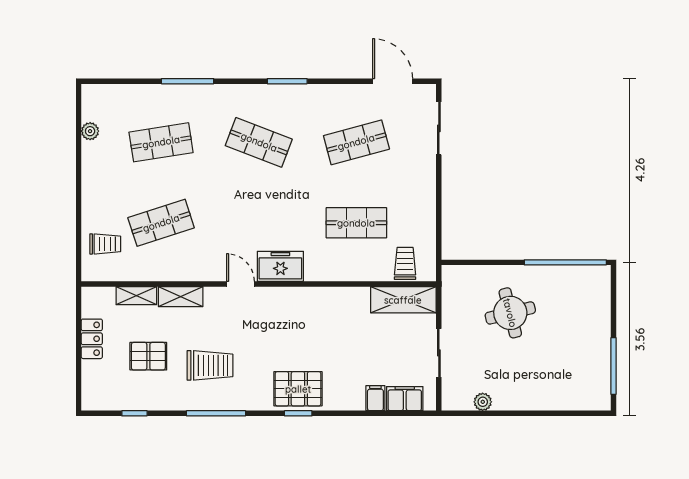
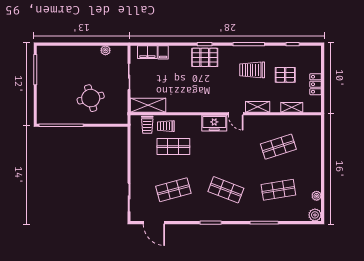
plant: (93, 96) -> (315, 215), added
trolley: (105, 244) -> (166, 126), moved
shelving: (181, 297) -> (258, 107), moved

